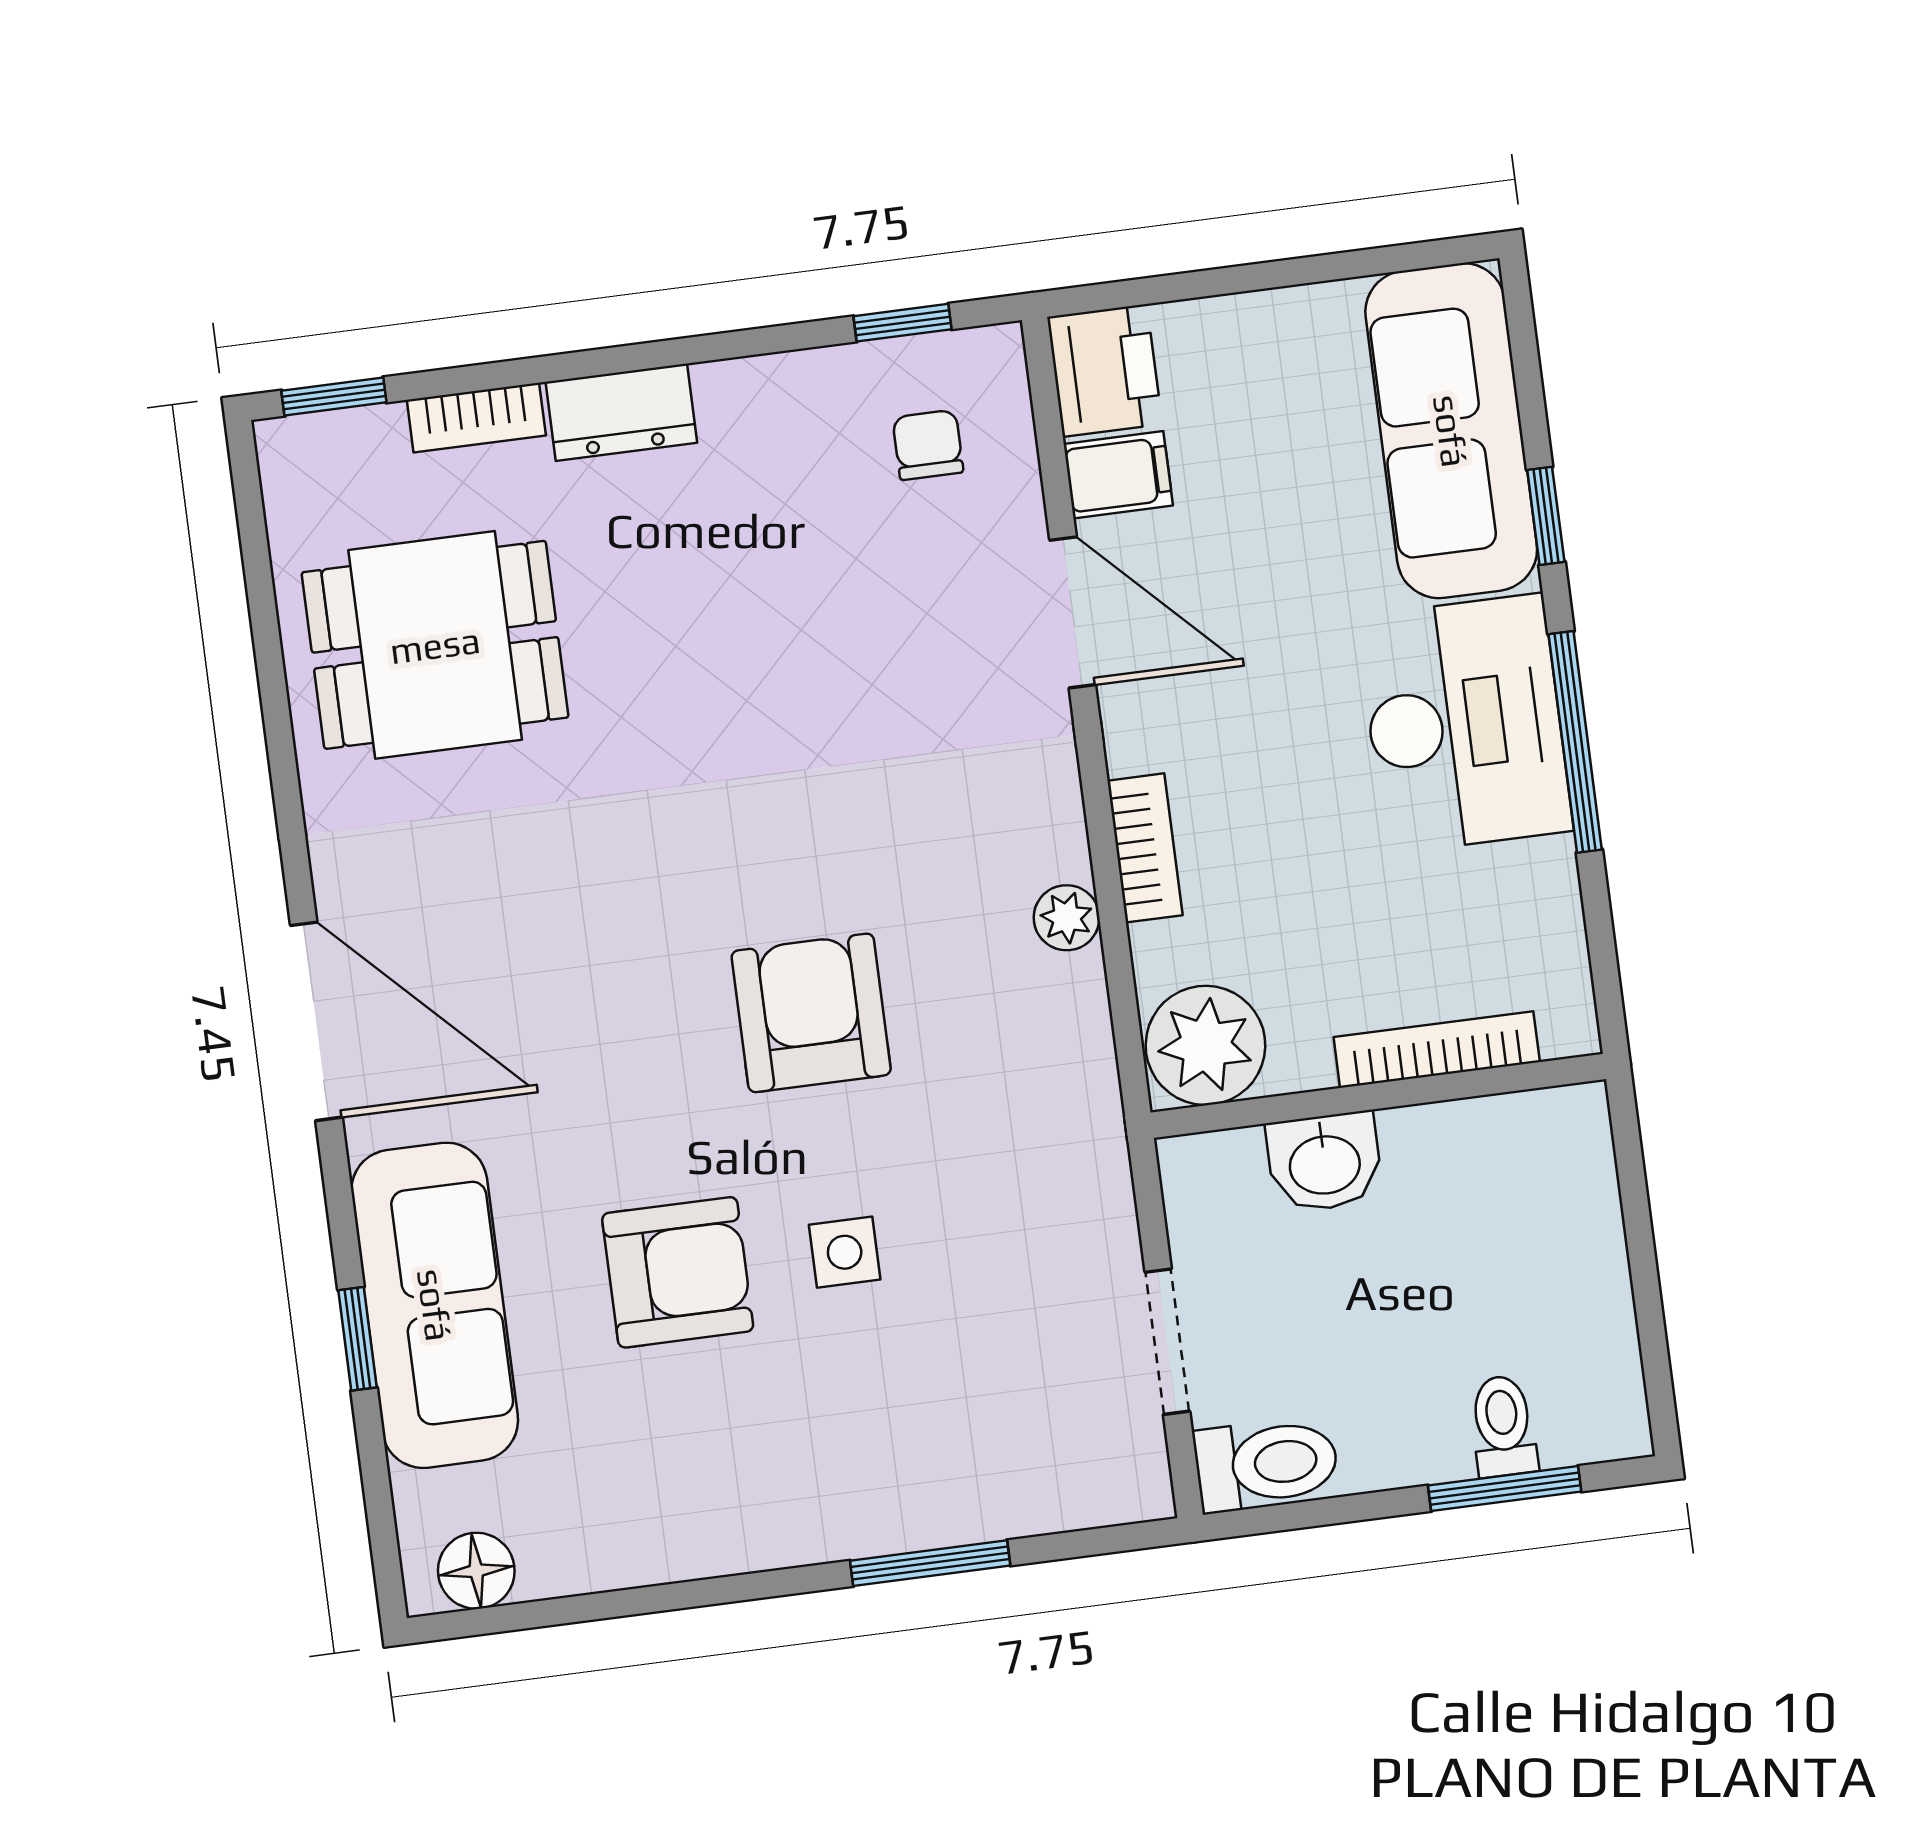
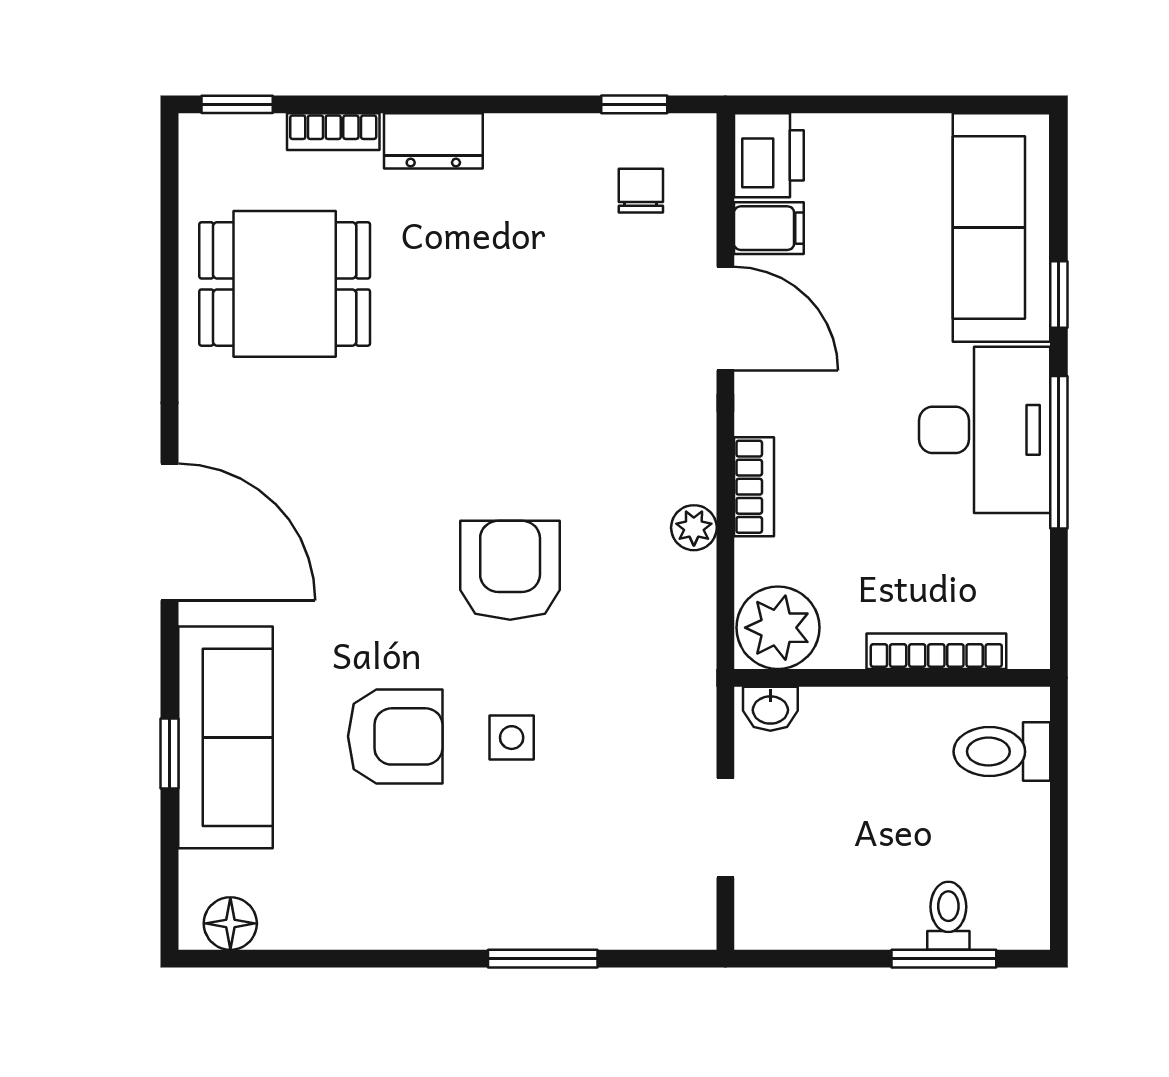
washbasin: (1324, 1162) -> (770, 709), moved, width x0.72, depth x0.69
toilet: (1266, 1464) -> (1002, 752), moved, turned 180

